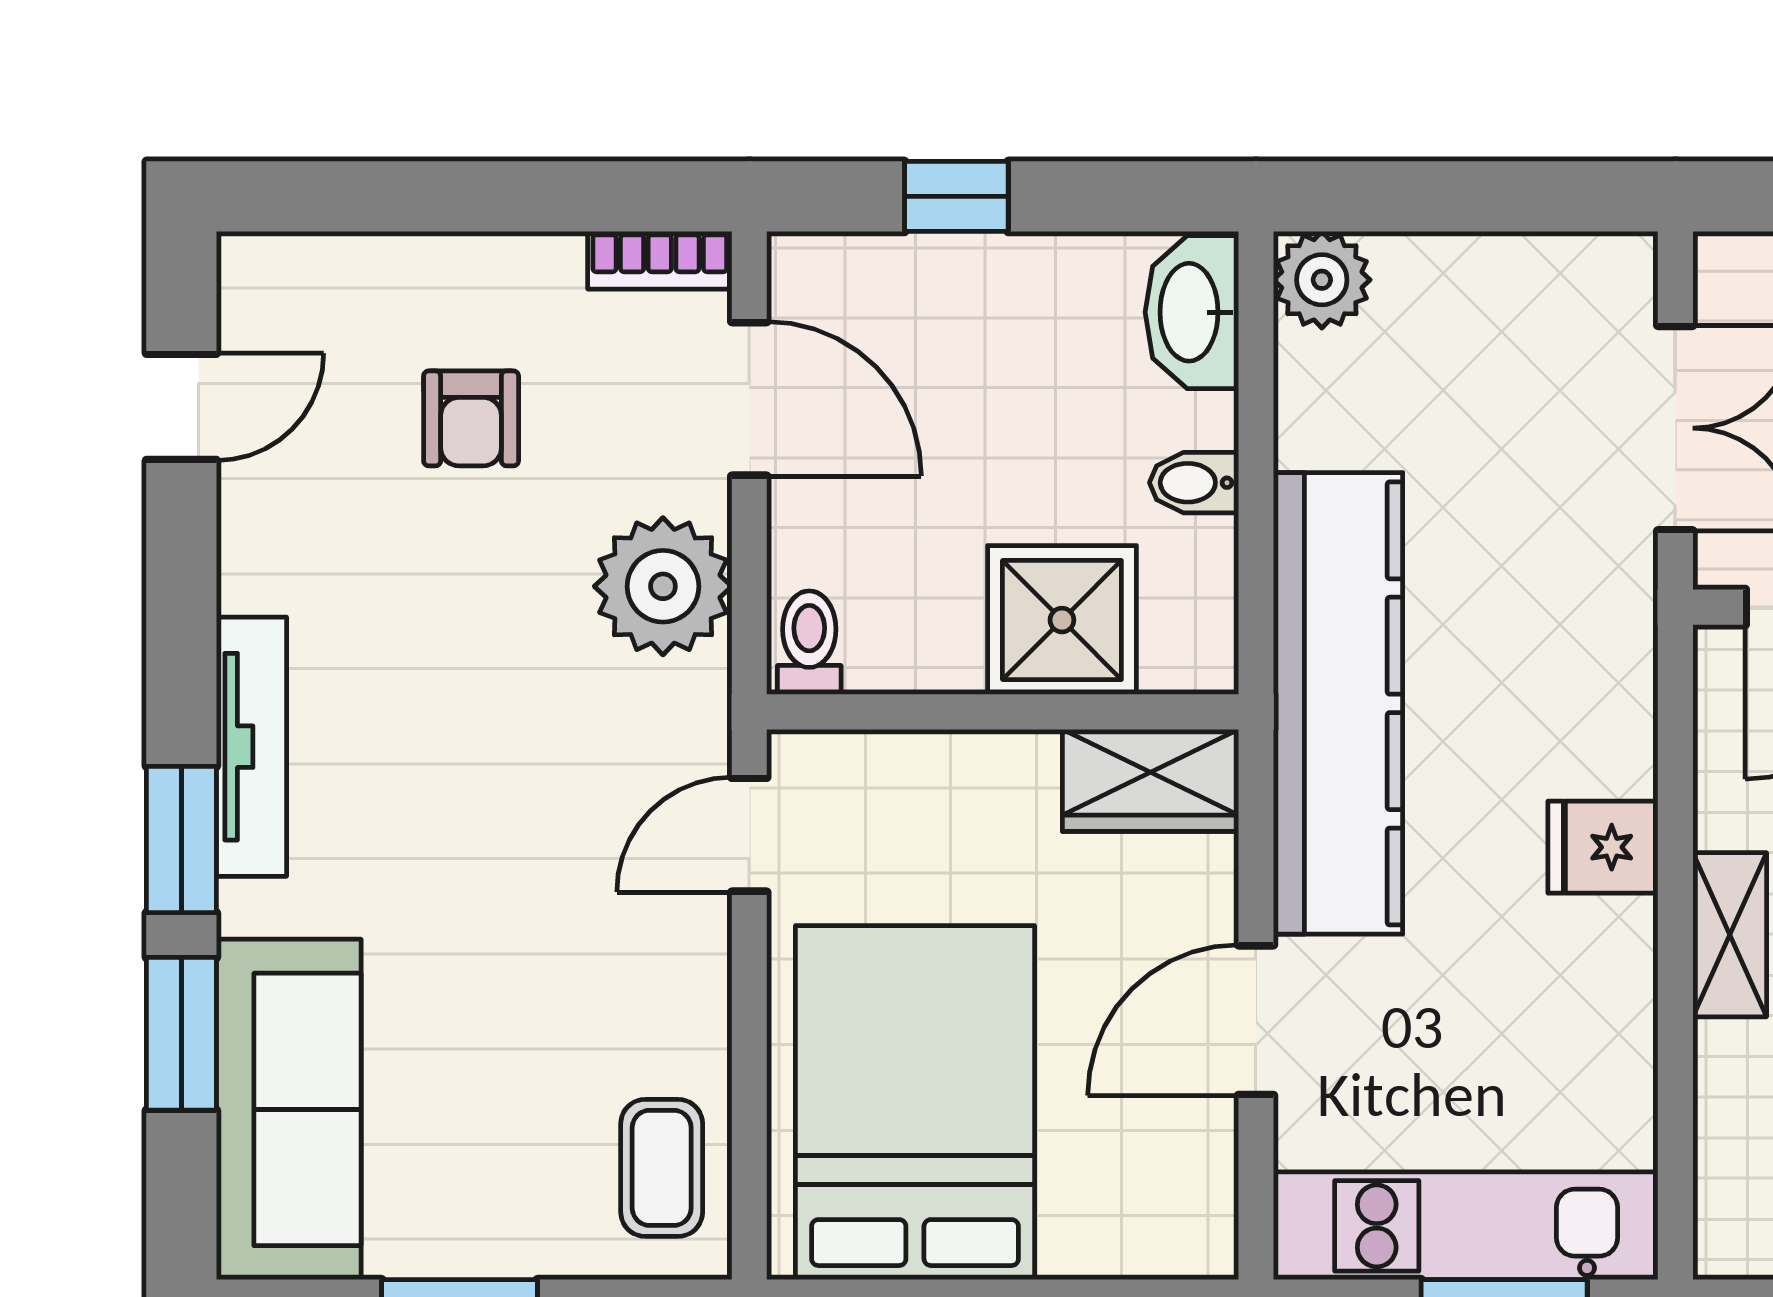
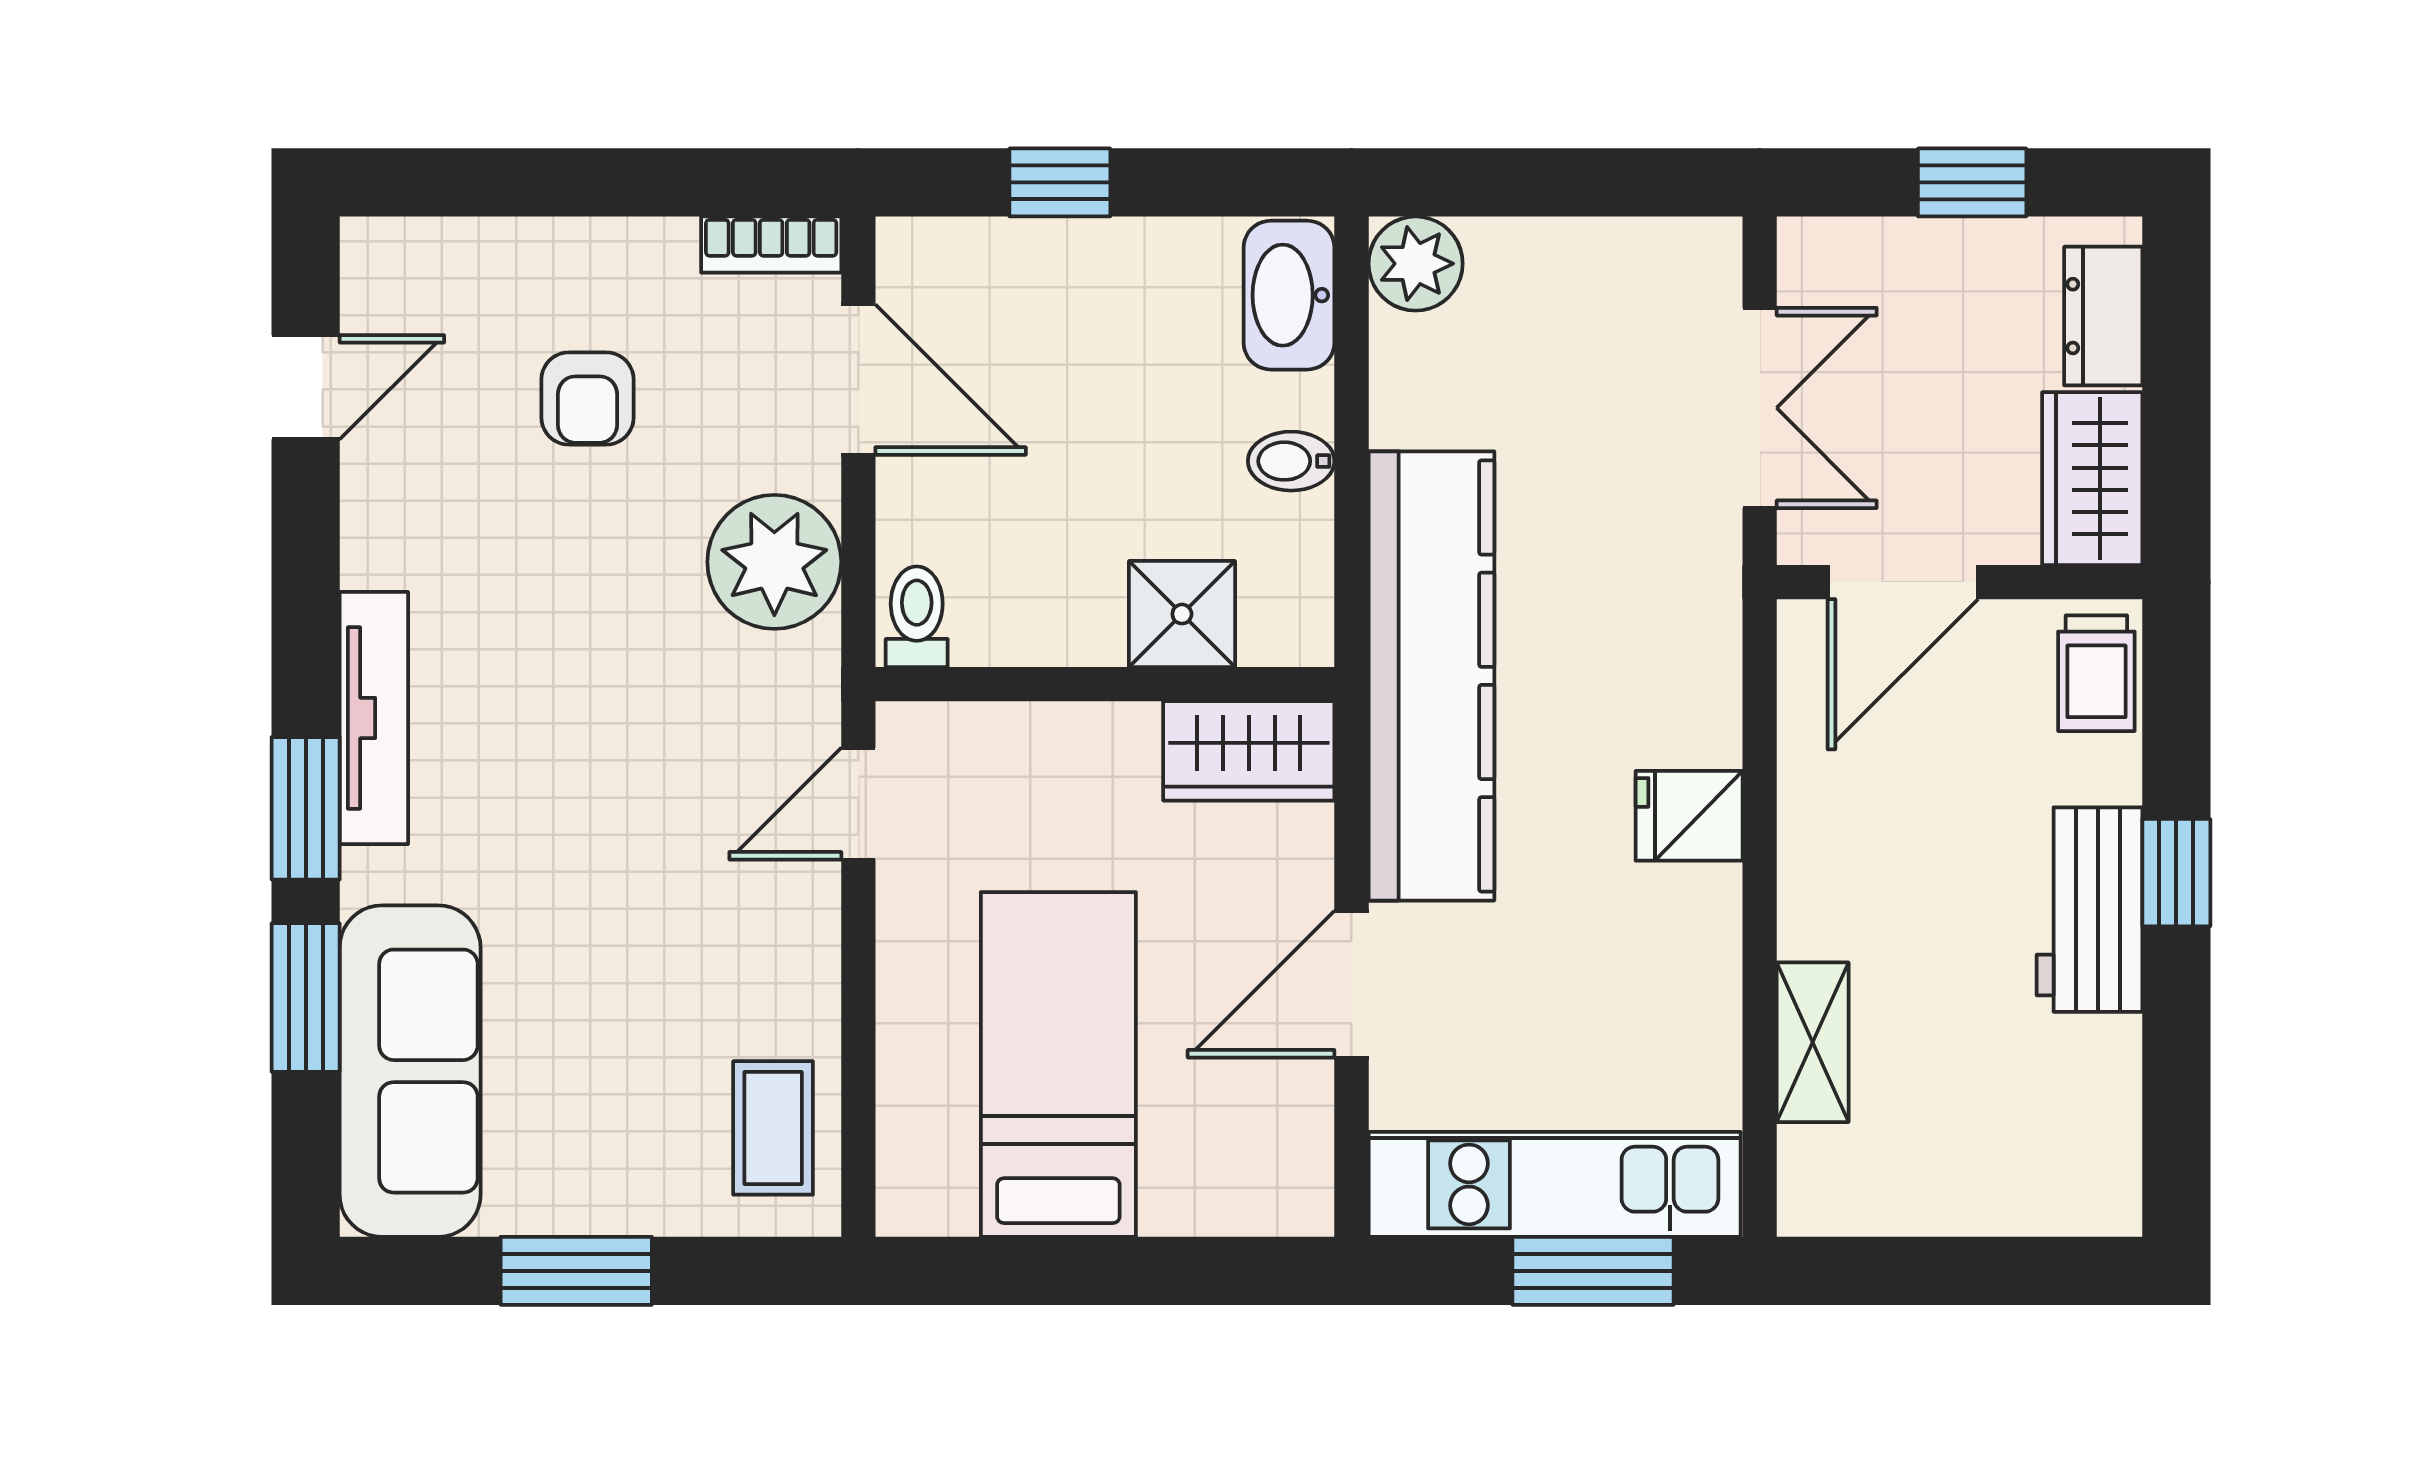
shower: (1062, 620) -> (1182, 614), width x0.73, depth x0.73
shelving: (1730, 935) -> (1813, 1042), moved
bed: (915, 1103) -> (1058, 1064), width x0.67

